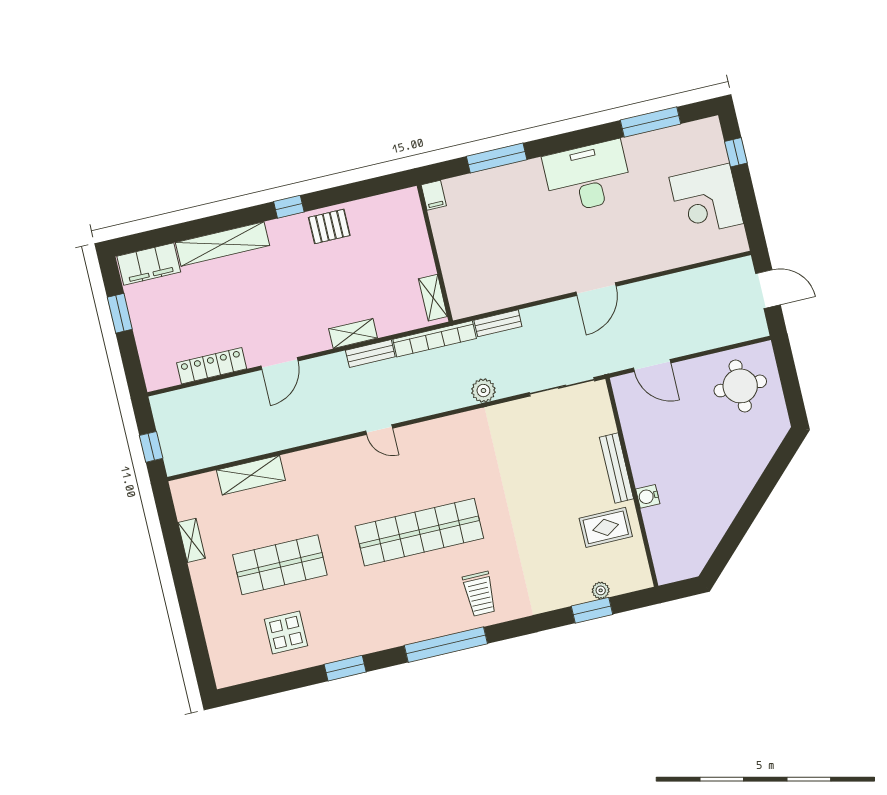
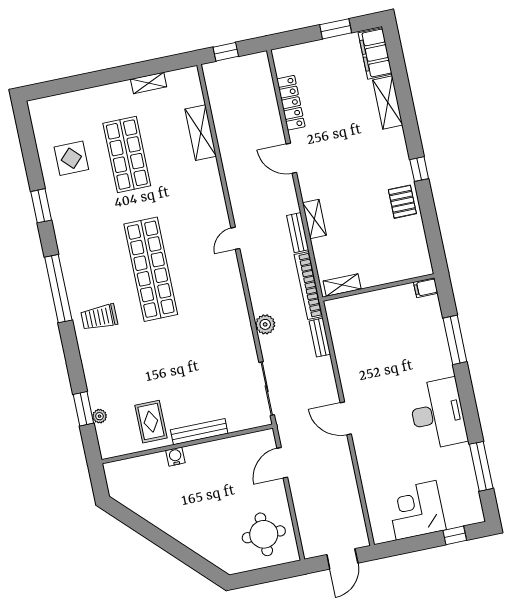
shelving: (222, 244) -> (388, 102), width x0.68

